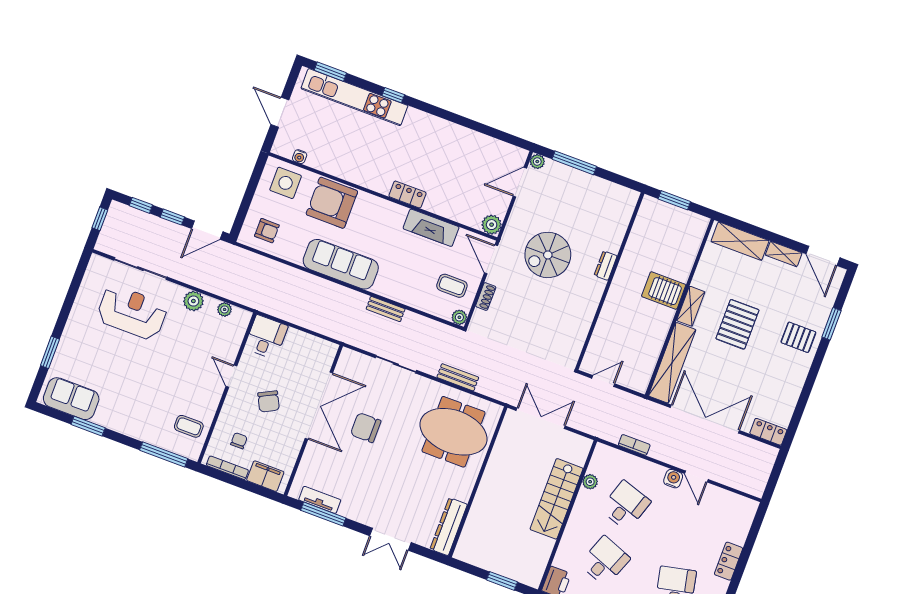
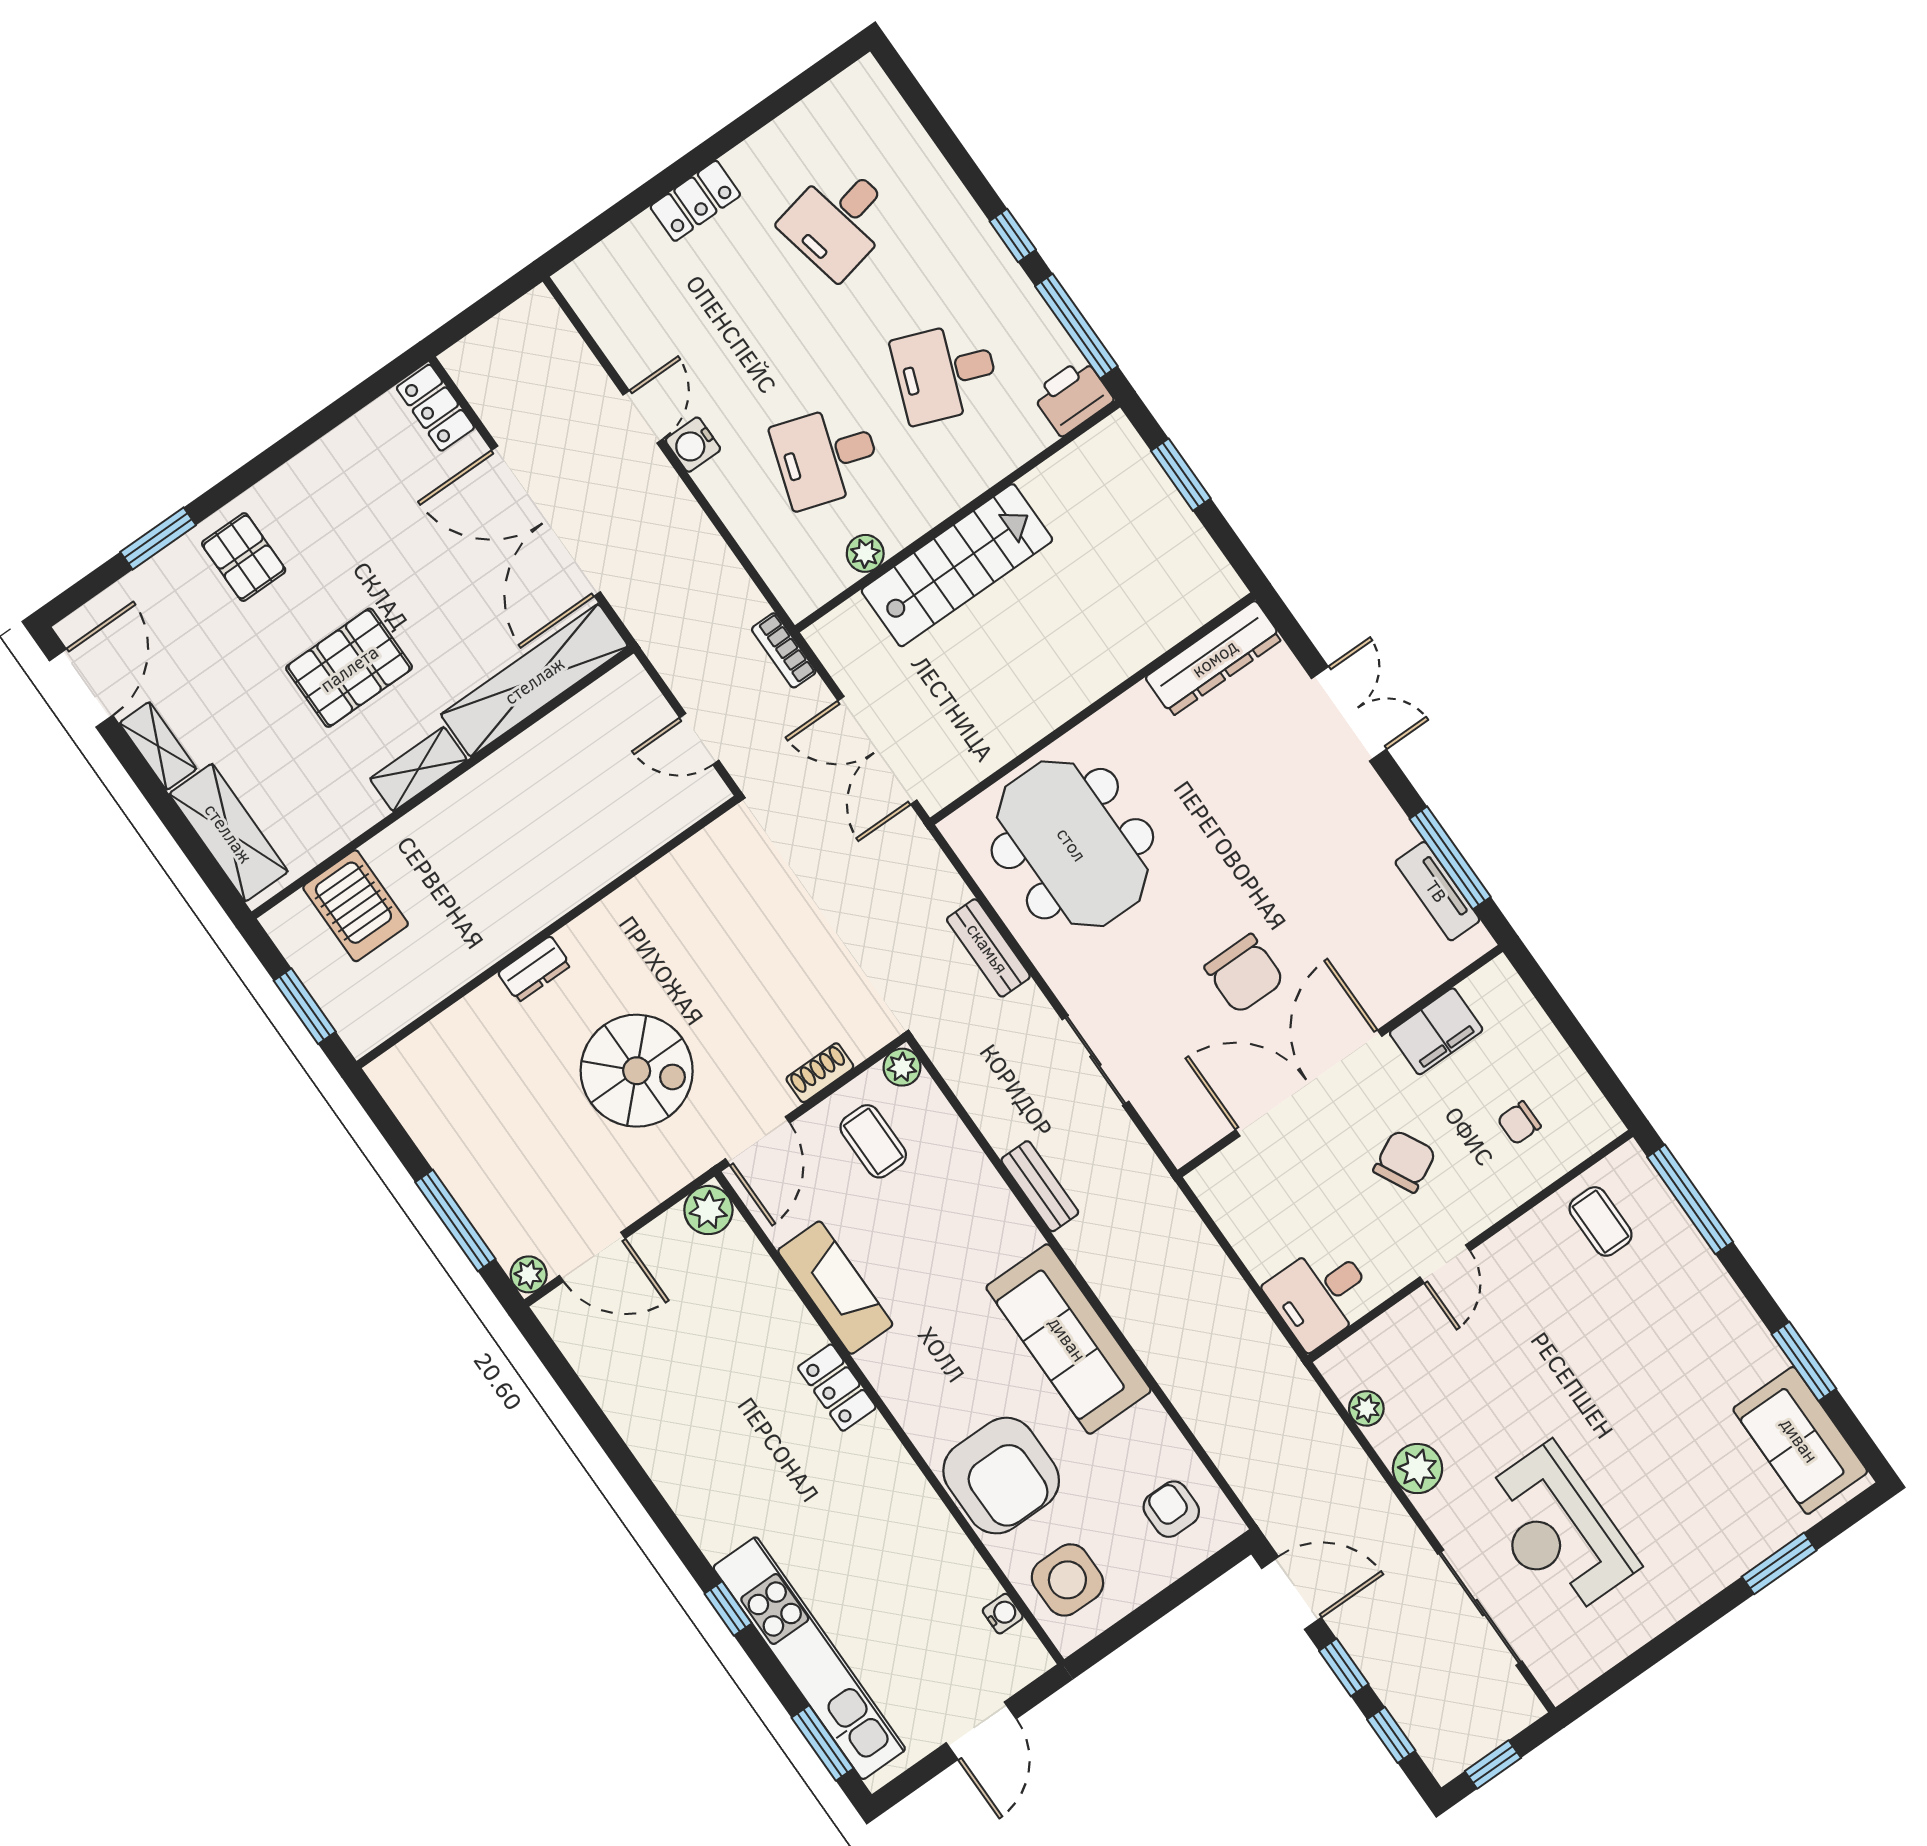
server rack: (664, 291) -> (356, 906), moved
bookcase: (634, 445) -> (784, 650), moved
bookcase: (227, 468) -> (1580, 1084), removed
filing cabinet: (265, 476) -> (1436, 1031), moved, turned -90

